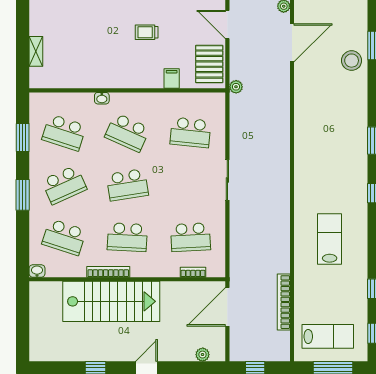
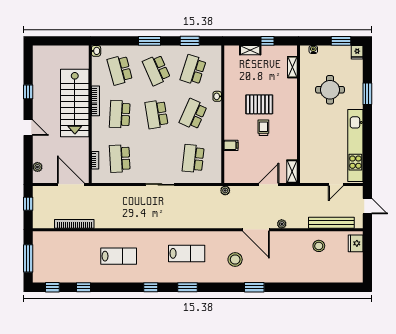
window: (23, 26) -> (268, 41), added
stool: (352, 61) -> (235, 259), moved
pallet: (209, 64) -> (259, 104), moved
school desk: (64, 237) -> (120, 70), turned -33
lab bench: (328, 336) -> (187, 253), moved, turned -90

